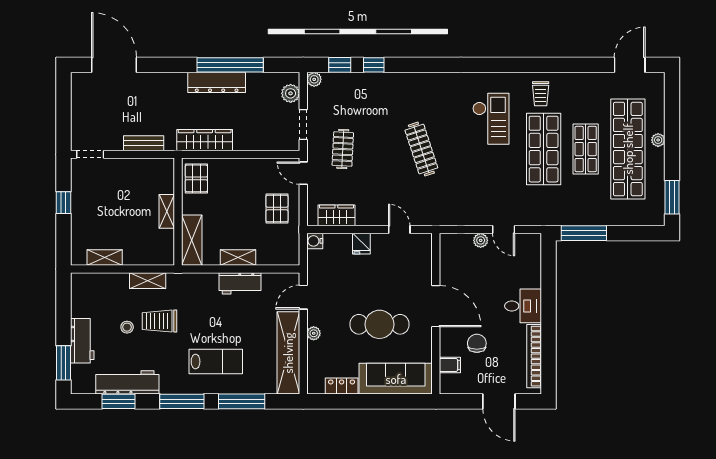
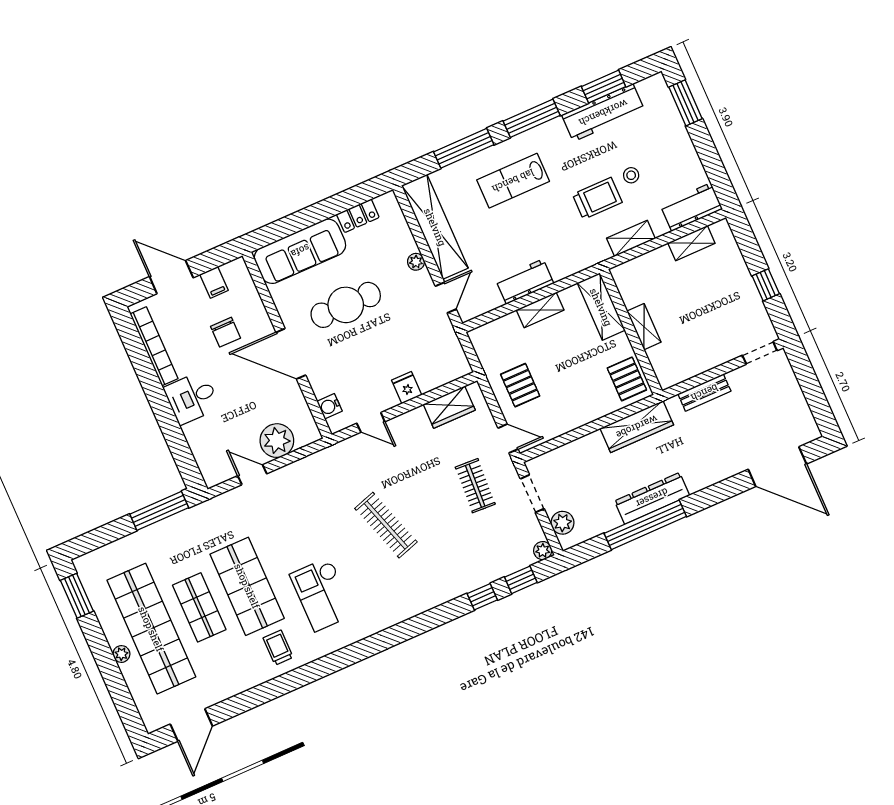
plant: (481, 240) -> (277, 441), width x1.87, depth x1.87
water cooler: (315, 241) -> (329, 406), moved, turned 180
workbench: (82, 341) -> (691, 207), moved, turned 90
filing cabinet: (450, 365) -> (214, 282), moved, turned -90

